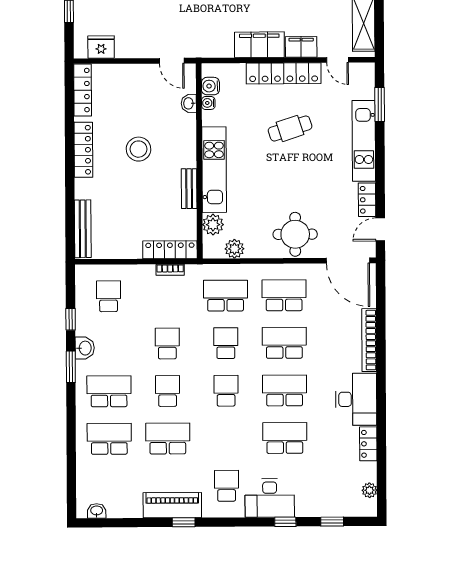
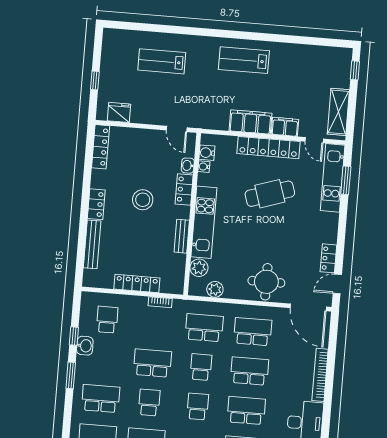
cafe table: (290, 128) -> (270, 194), width x1.37, depth x1.35
locker: (187, 132) -> (184, 189), added
kitchen unit: (364, 141) -> (333, 178), moved
locker: (83, 150) -> (96, 204), width x0.66
bench: (83, 229) -> (92, 244), moved
locker: (170, 250) -> (137, 284), moved
school desk: (167, 343) -> (152, 363), width x1.85
washbasin: (85, 348) -> (85, 346), moved

